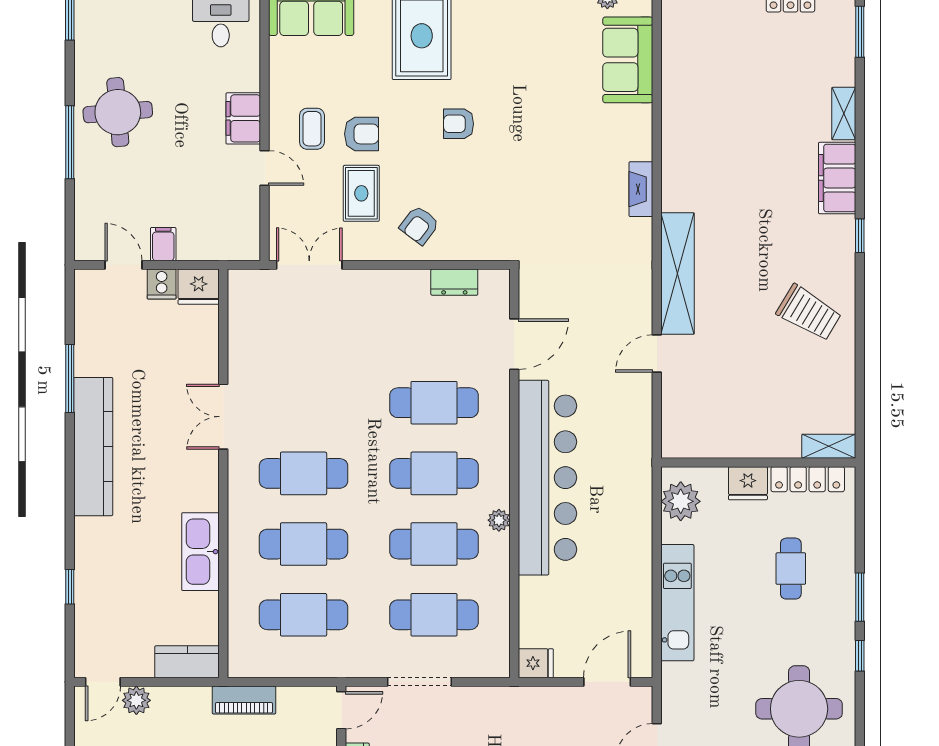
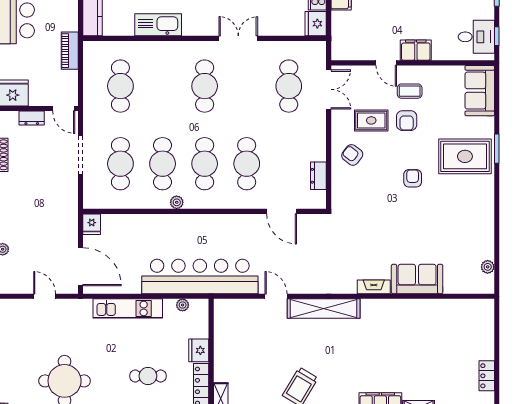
sofa: (628, 60) -> (417, 279), moved
door: (265, 168) -> (386, 63), hinge flipped
bar counter: (547, 478) -> (200, 276), moved, turned 180
plant: (681, 501) -> (183, 305), width x0.53, depth x0.53
cafe table: (304, 544) -> (289, 86), moved
door: (607, 682) -> (81, 267), width x1.36

